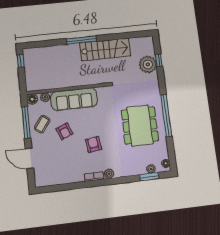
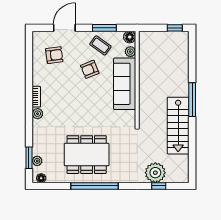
window: (26, 122) -> (104, 28), width x0.69
armchair: (93, 144) -> (54, 55), moved

